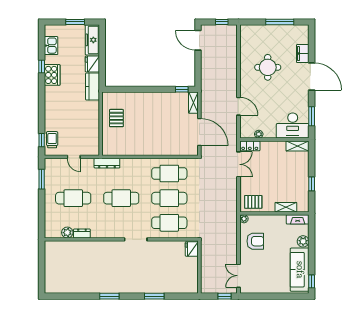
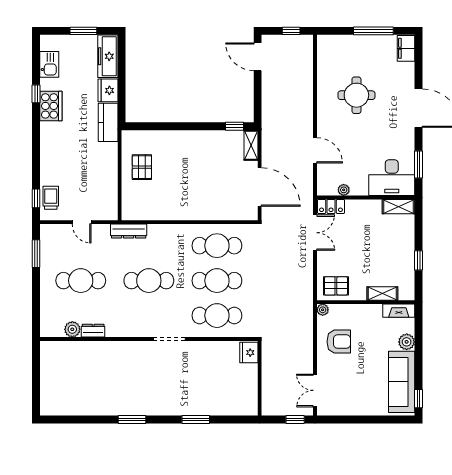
filing cabinet: (303, 54) -> (406, 48), moved

